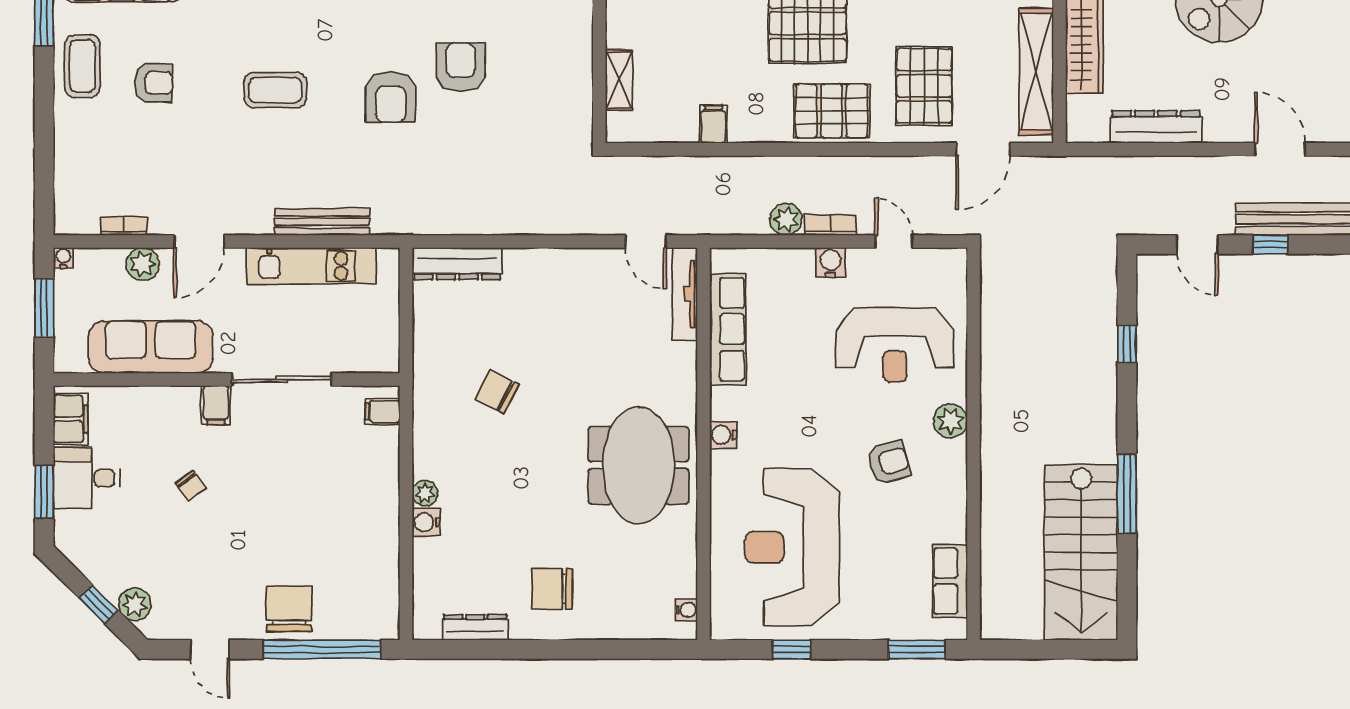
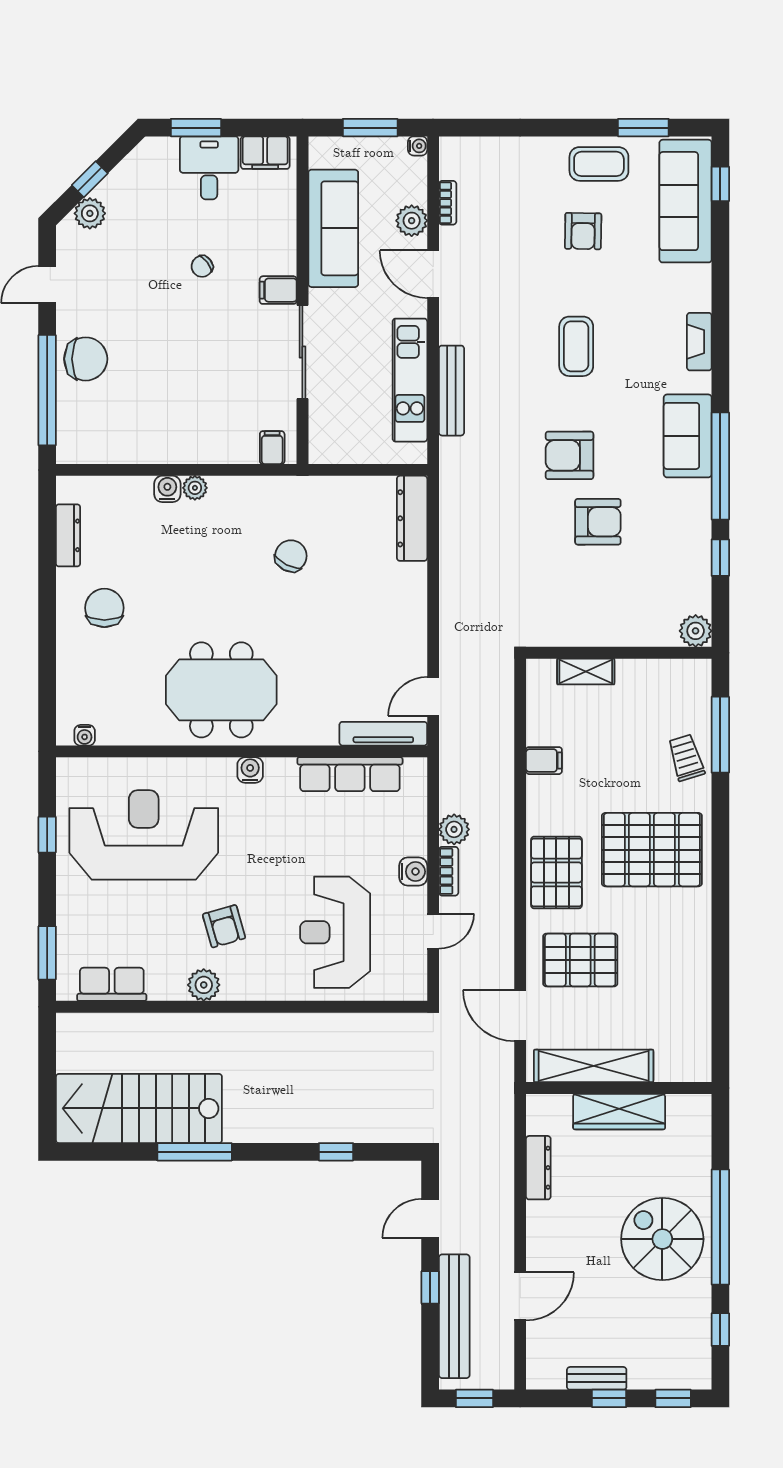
dresser: (1156, 127) -> (538, 1168), width x0.73, depth x0.80
plant: (950, 421) -> (204, 985), moved

